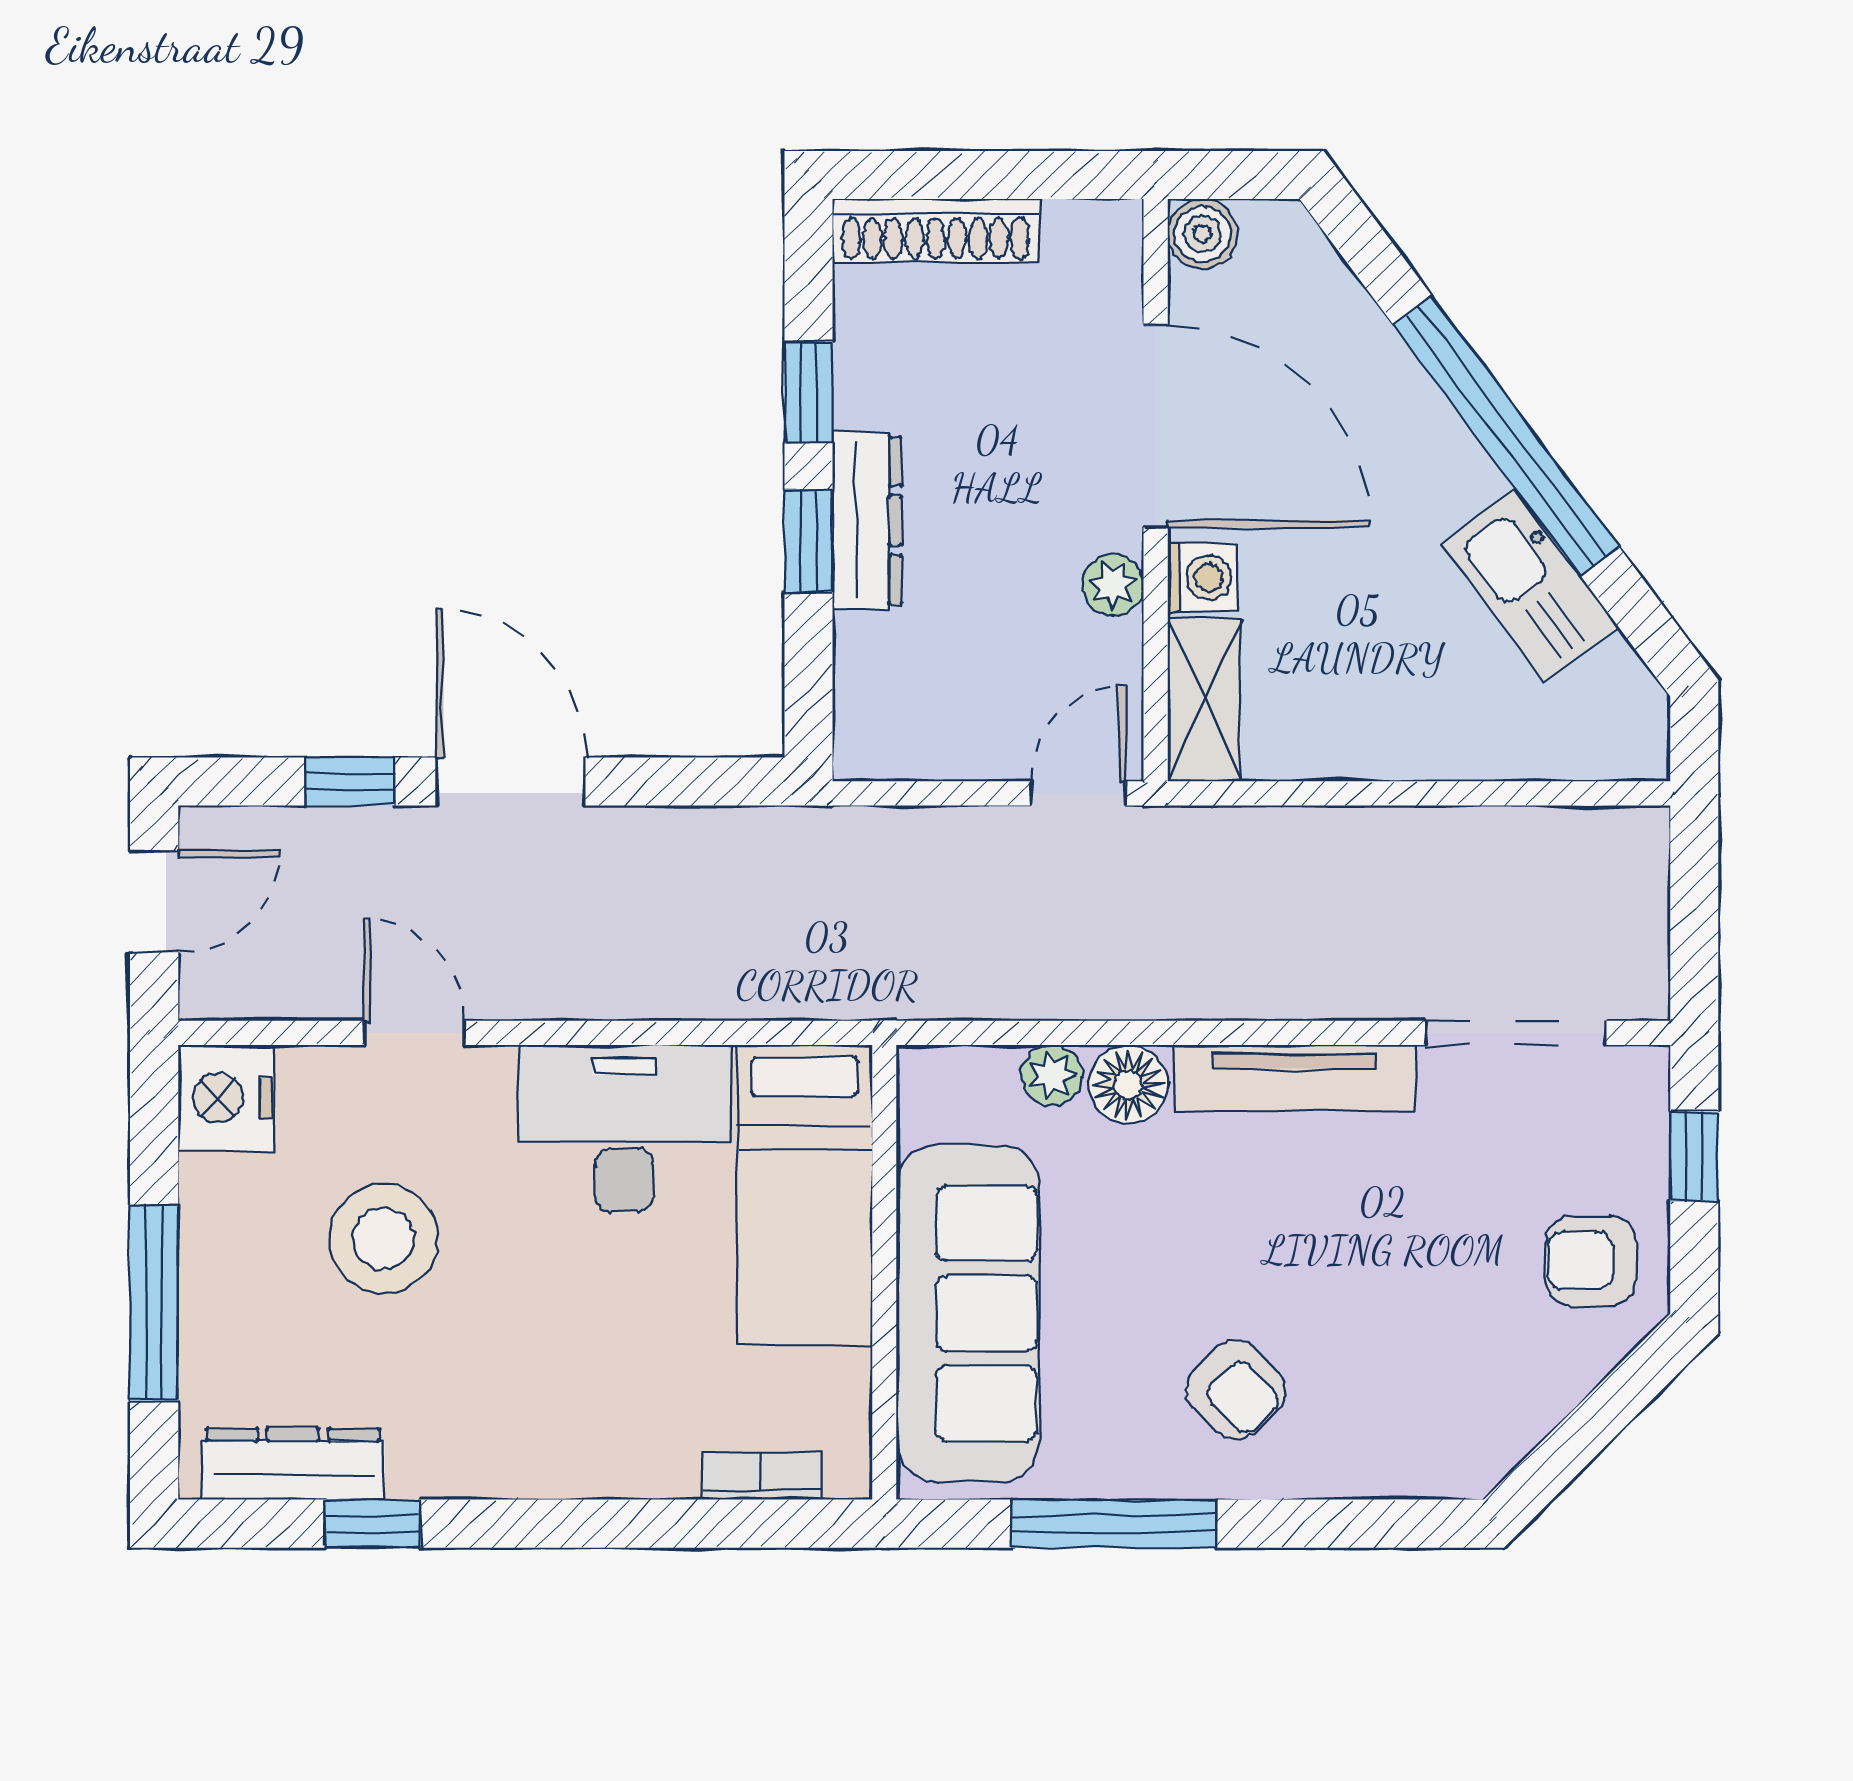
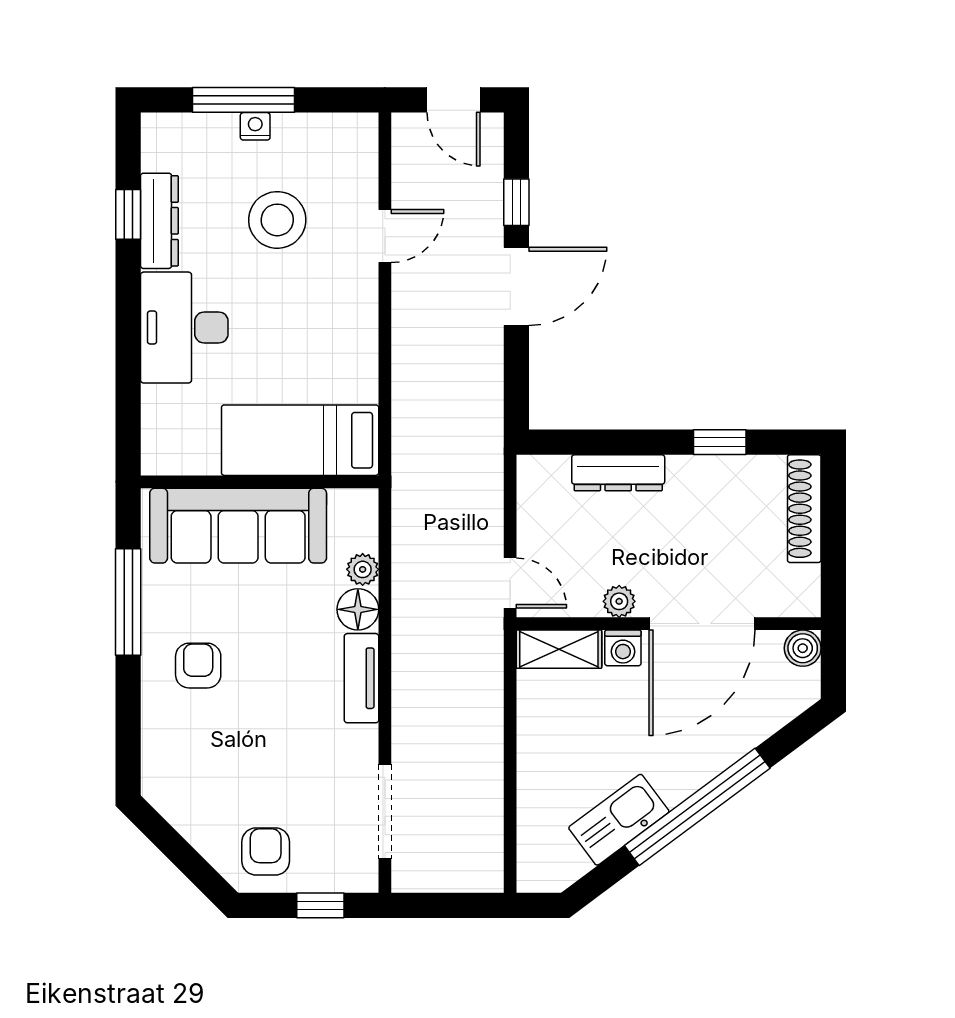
dresser: (867, 520) -> (618, 473), moved
window: (808, 541) -> (642, 442), removed
tv unit: (1295, 1077) -> (362, 678), width x0.71
nightstand: (226, 1098) -> (255, 126), moved, width x0.53, depth x0.56
desk: (625, 1128) -> (184, 328), moved, turned 180
armchair: (1236, 1390) -> (198, 666), turned 135
dresser: (293, 1464) -> (159, 221), moved
bookcase: (762, 1476) -> (153, 418), removed

